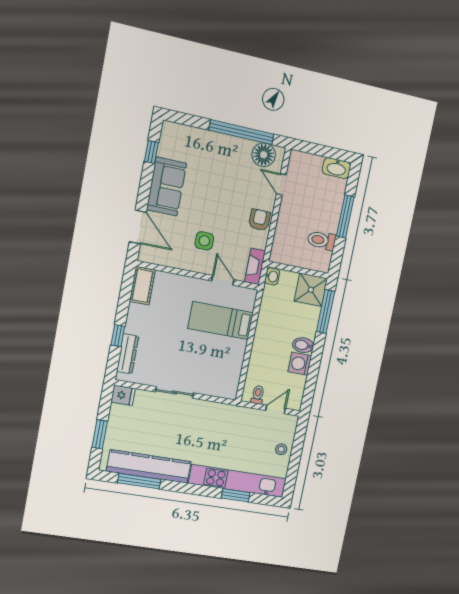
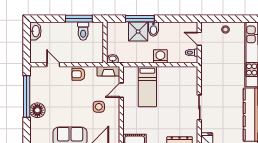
floor lamp: (264, 155) -> (37, 110), moved
door: (281, 184) -> (53, 65), swing flipped
window: (345, 216) -> (79, 19), moved
shower: (311, 290) -> (138, 32), moved
window: (326, 311) -> (140, 19), moved
washing machine: (300, 364) -> (160, 56), moved, turned 180

